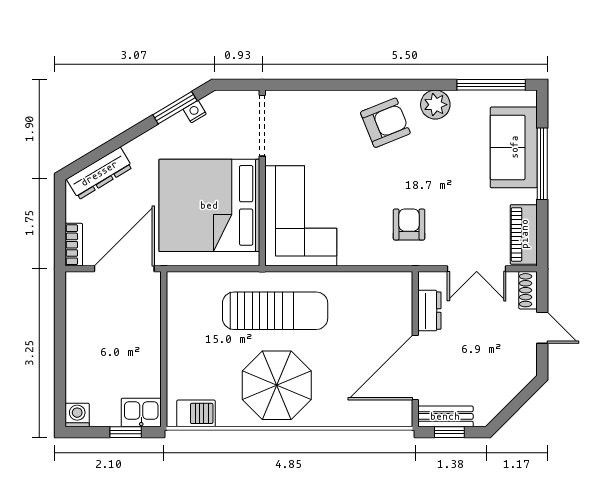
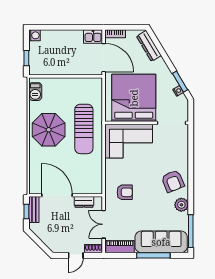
sofa: (514, 147) -> (161, 242), width x1.36
kitchen sink: (141, 413) -> (93, 36), moved, turned 90

